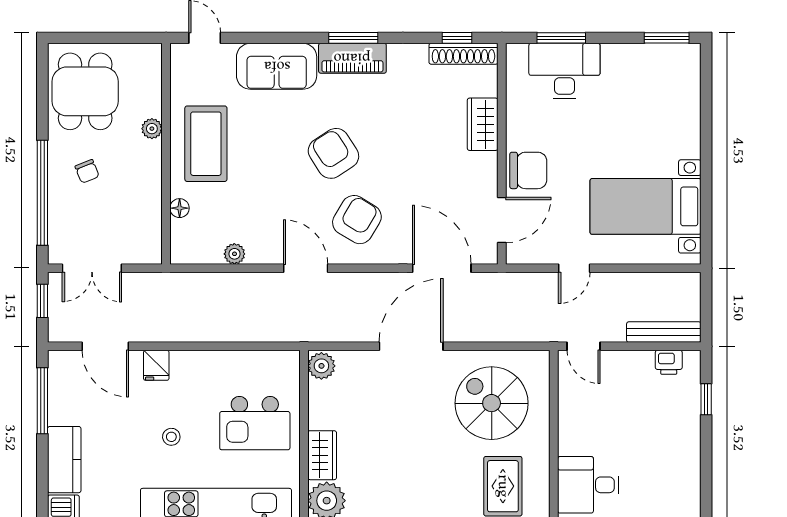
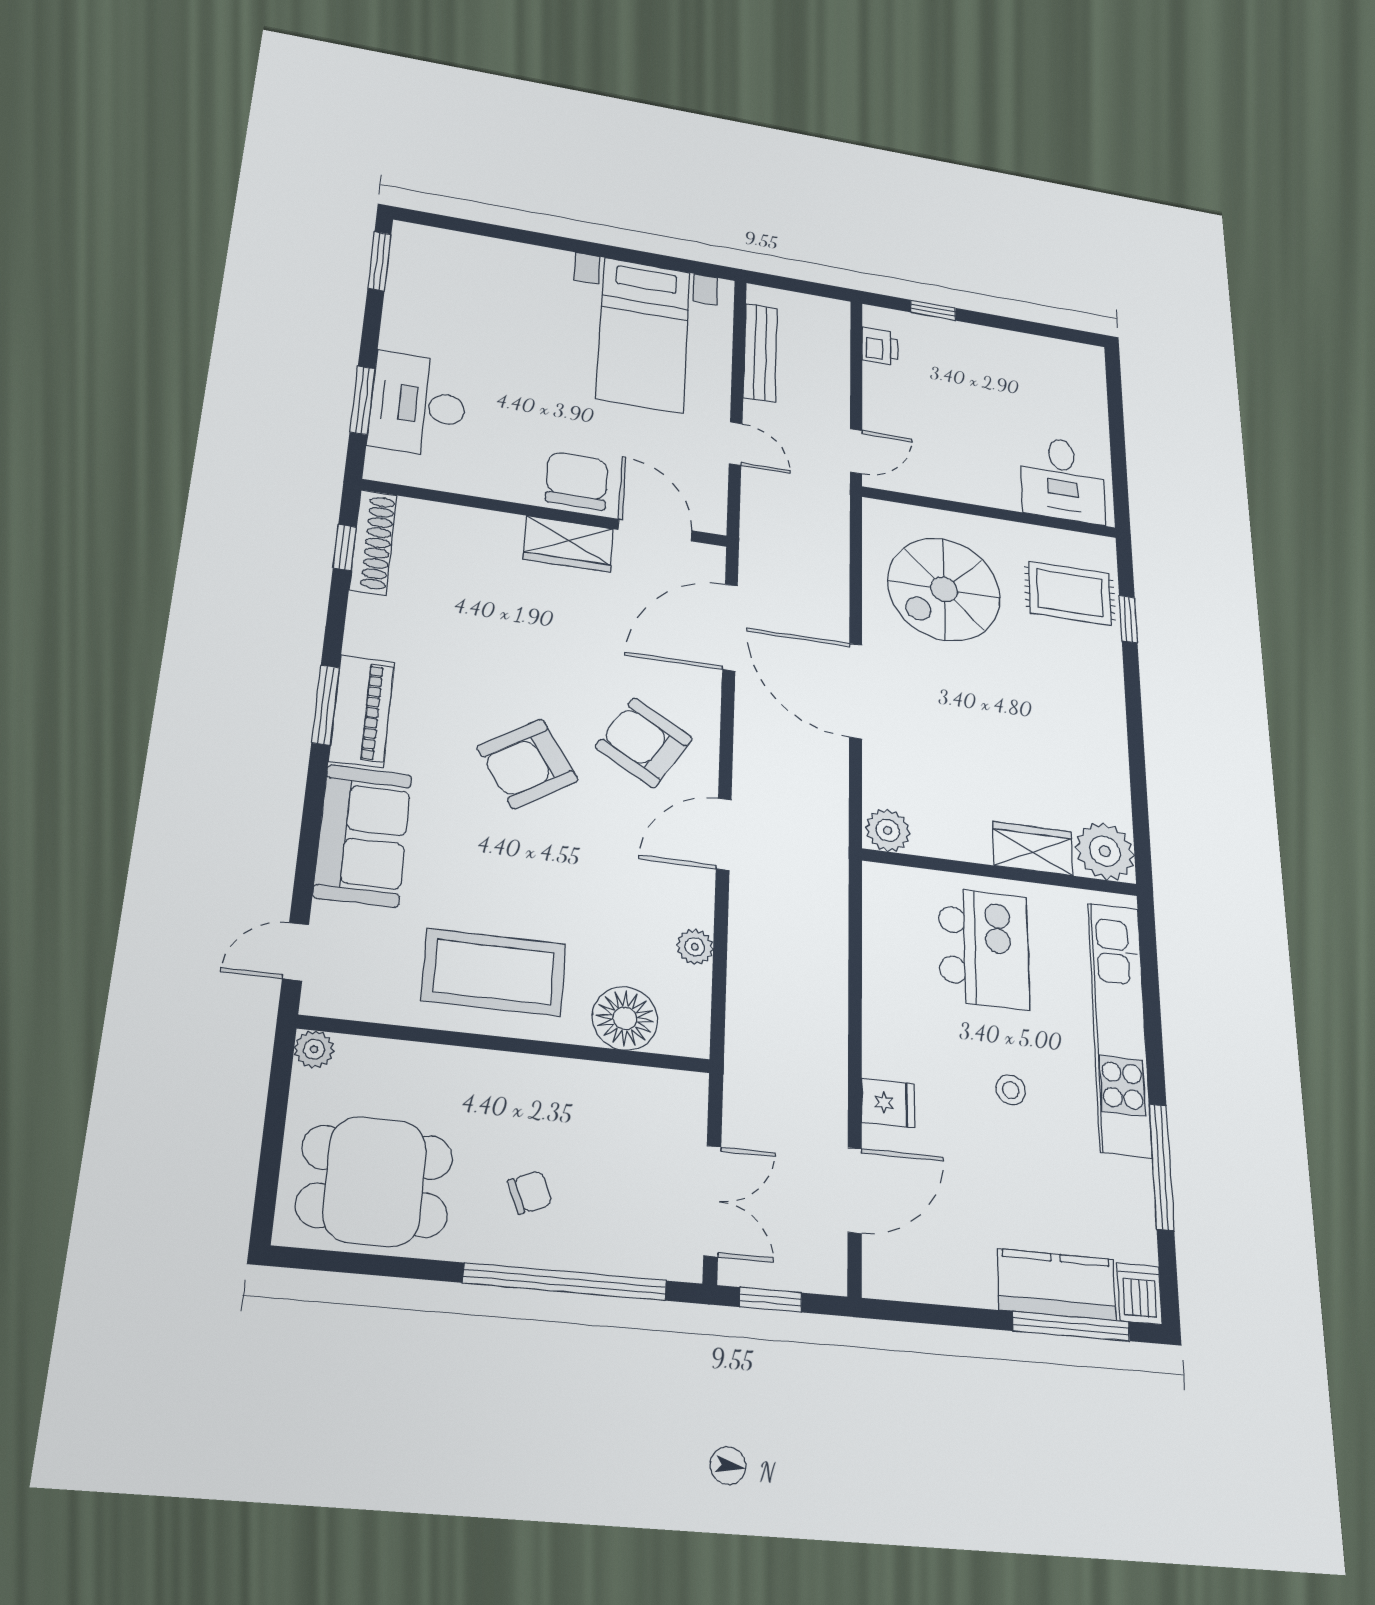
wardrobe: (483, 124) -> (568, 544), moved
plant: (152, 129) -> (314, 1049), moved
floor lamp: (180, 208) -> (625, 1018), width x1.89, depth x1.89
bench: (664, 332) -> (760, 352), moved
window: (42, 401) -> (1071, 1326), moved

